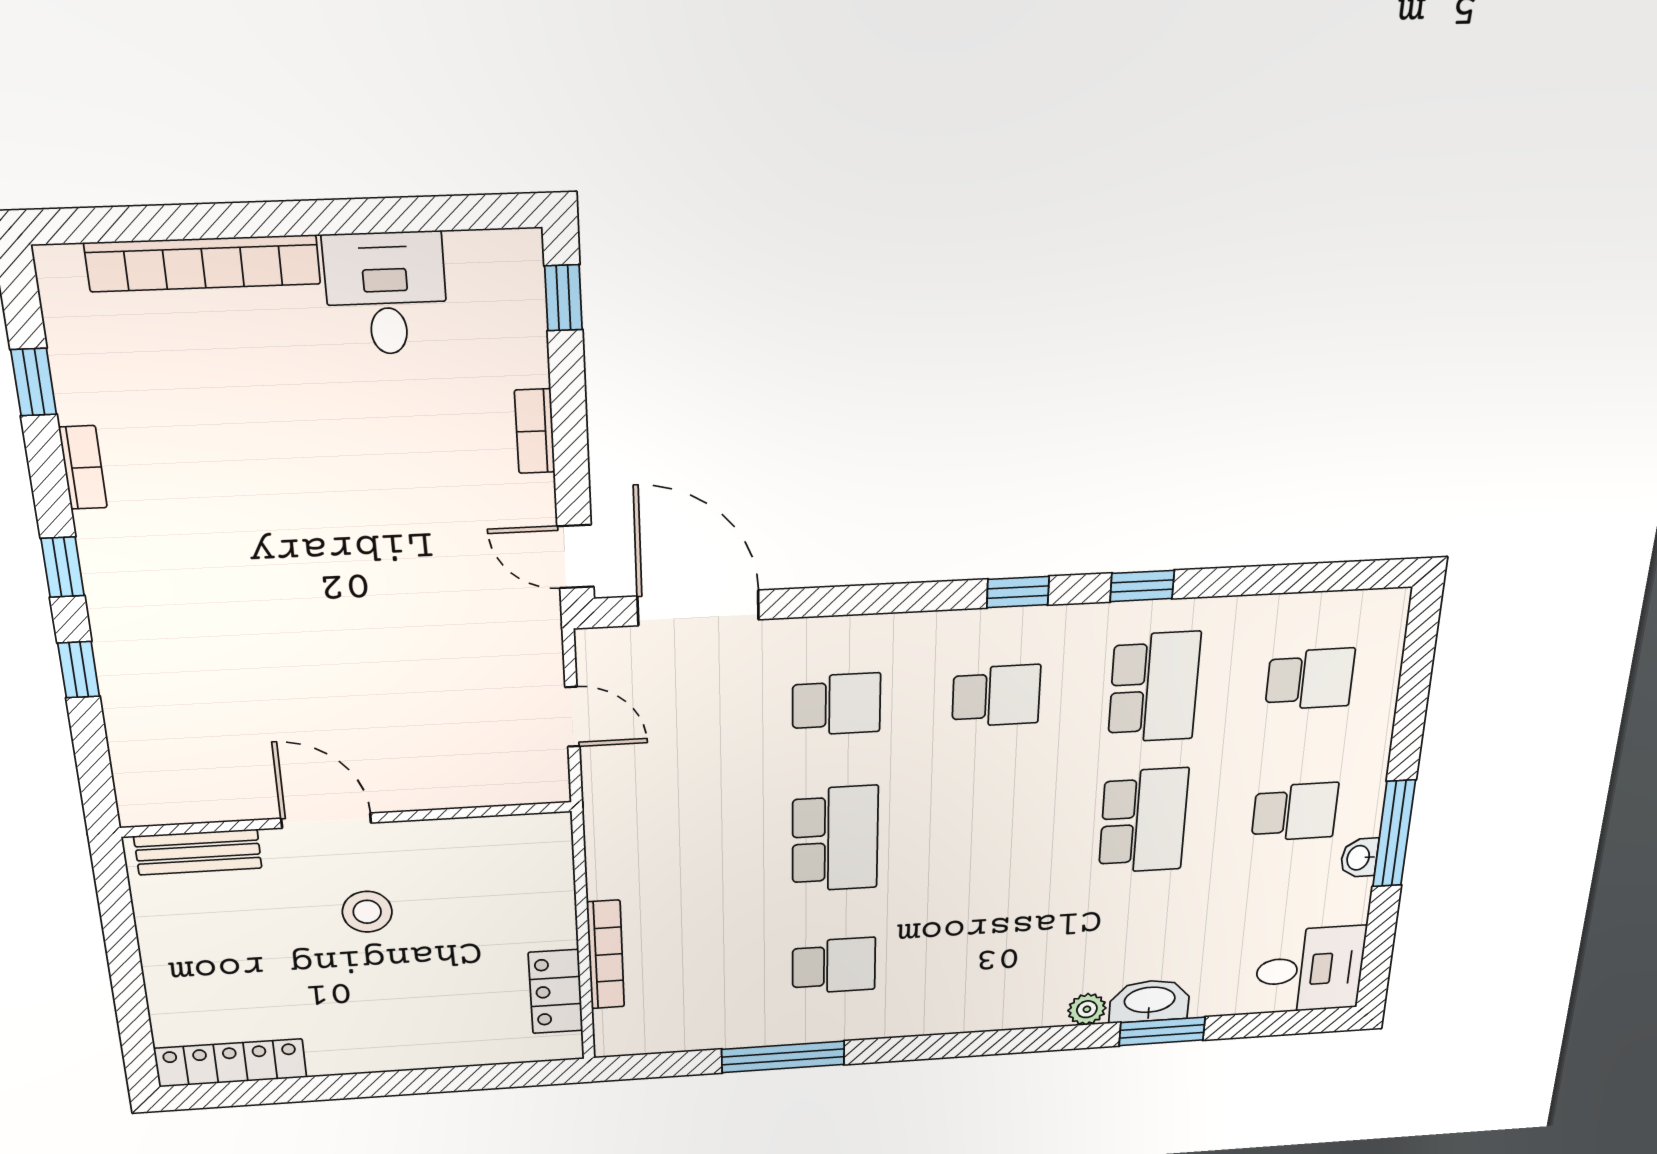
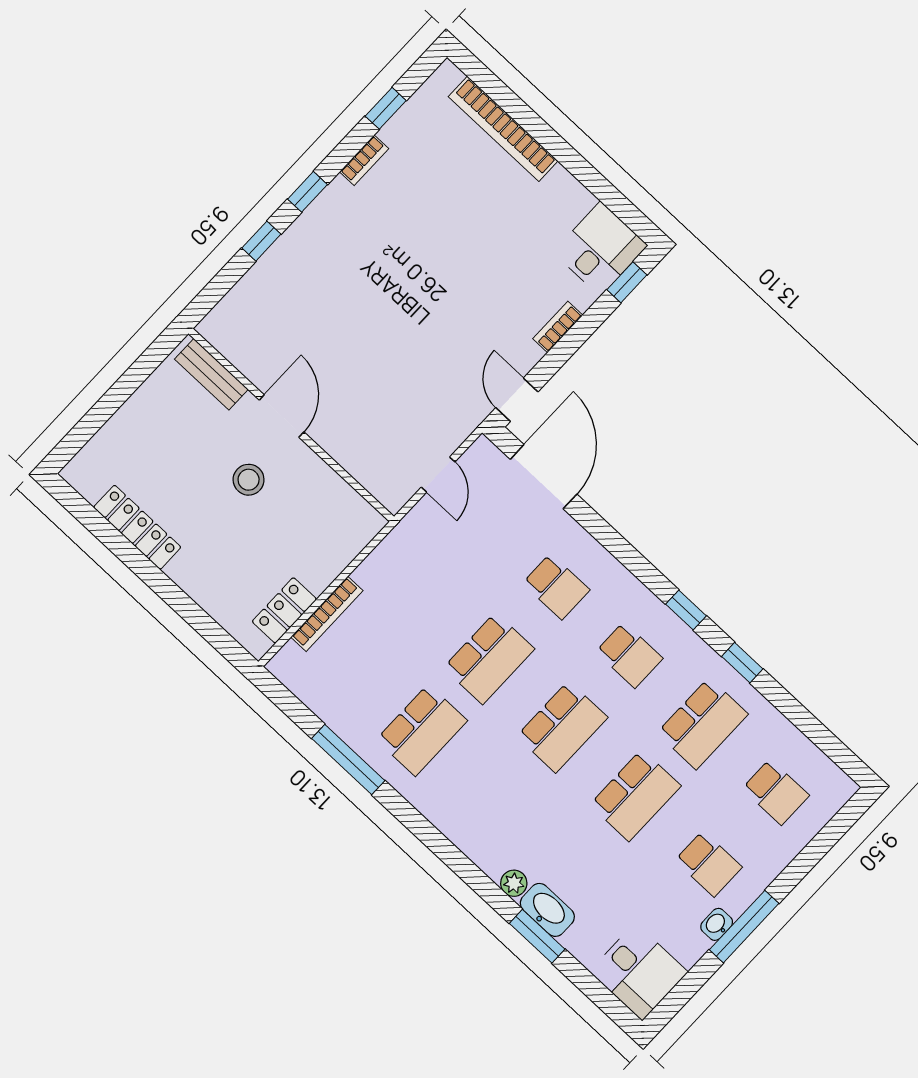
desk: (386, 294) -> (600, 249), moved
school desk: (990, 830) -> (562, 727), added
school desk: (834, 966) -> (422, 730), width x1.85
locker: (231, 1063) -> (137, 527), moved

